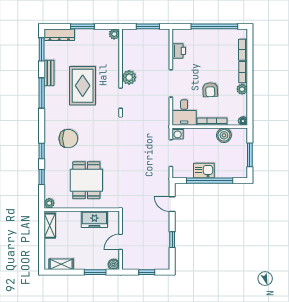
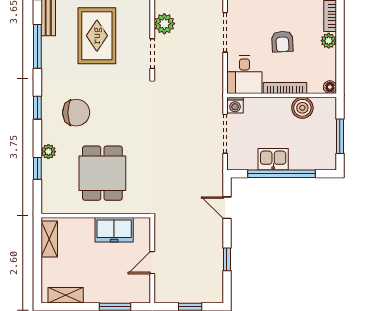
window: (42, 151) -> (37, 108), moved
plant: (49, 203) -> (48, 152), moved
boiler: (113, 264) -> (142, 295), removed

